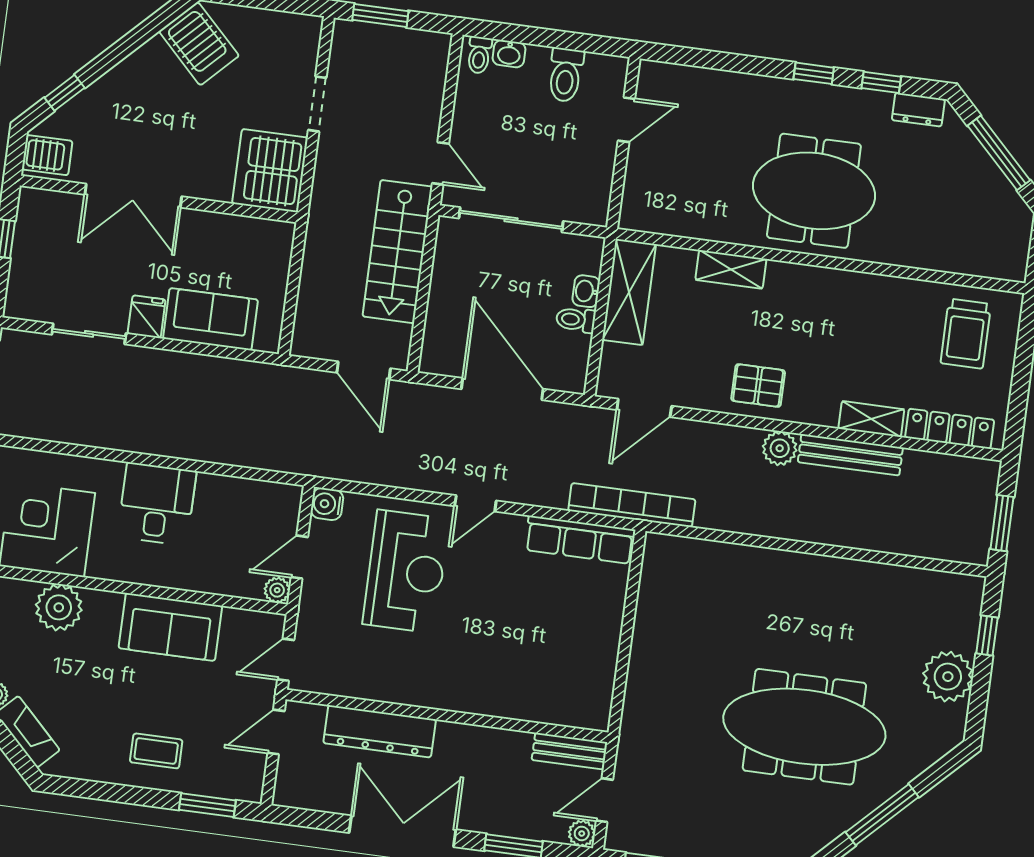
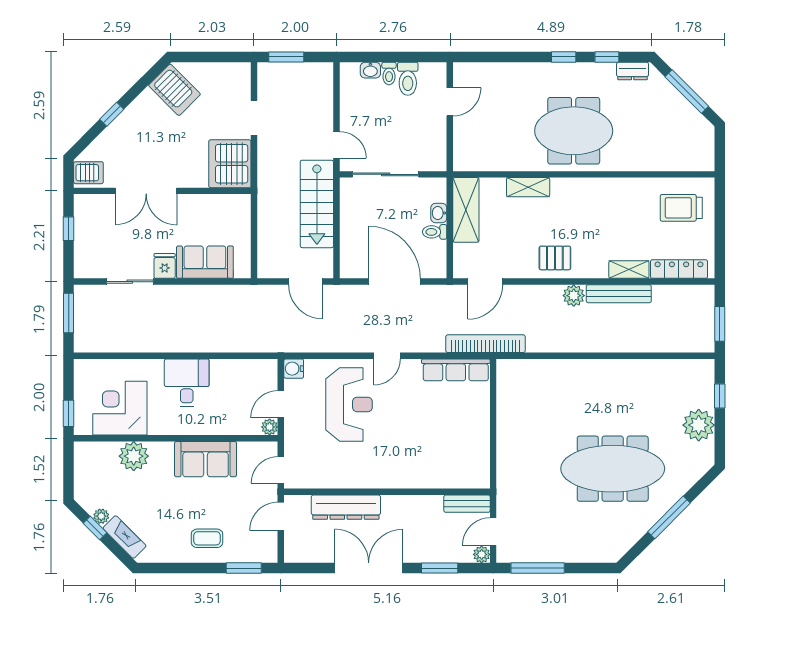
toilet: (479, 55) -> (389, 73), moved
window: (65, 93) -> (112, 114), moved
trolley: (966, 334) -> (681, 208), turned 90

